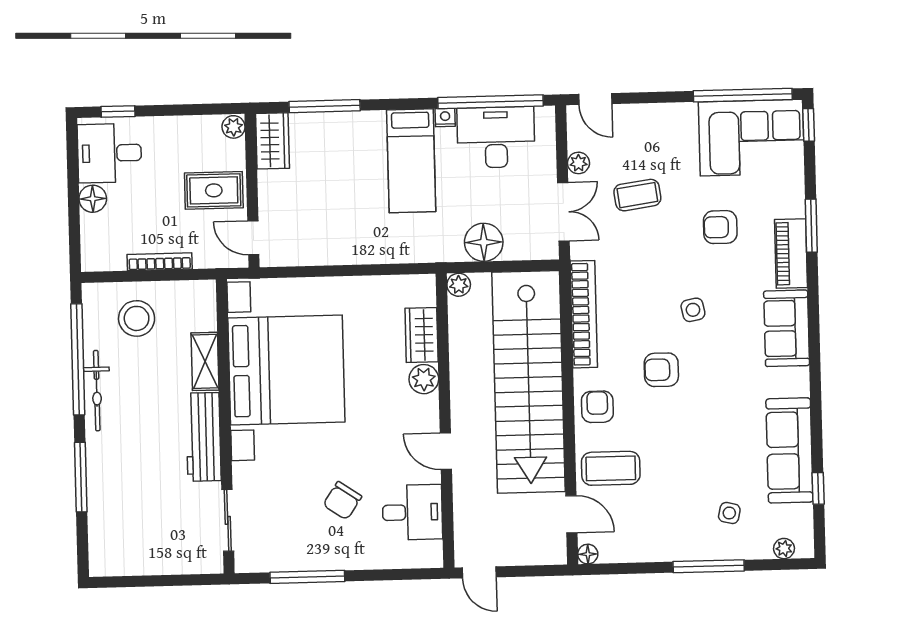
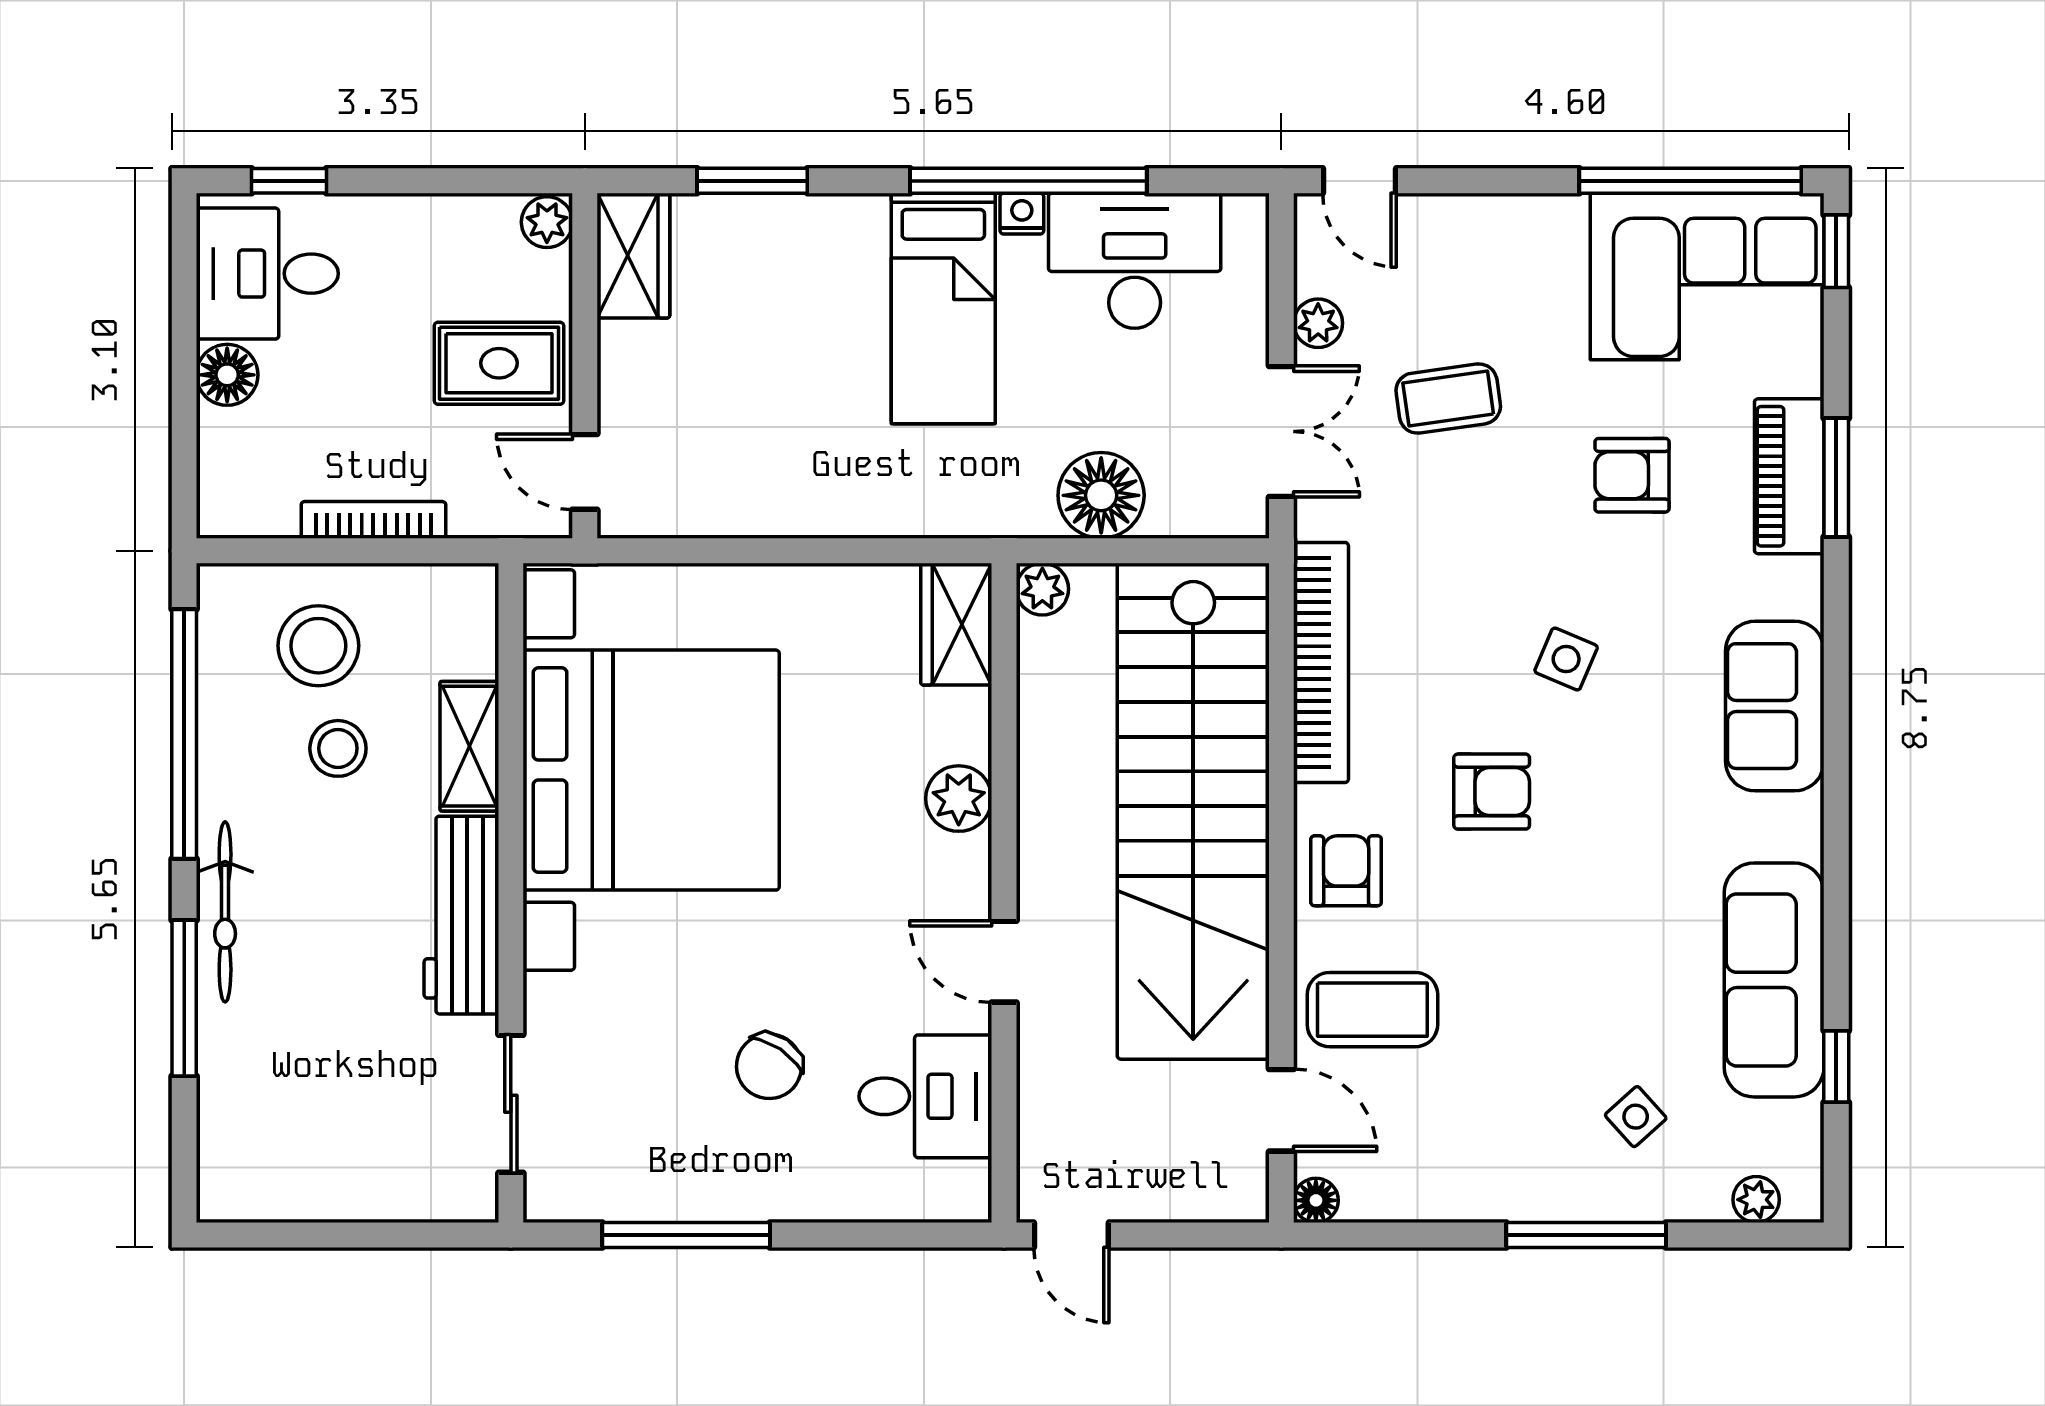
window: (490, 102) -> (1028, 181), moved
window: (325, 106) -> (752, 181), width x0.69
piano: (791, 254) -> (1789, 476), moved
side table: (693, 310) -> (1566, 659), turned 34
wardrobe: (422, 335) -> (956, 624), moved
stool: (146, 364) -> (338, 748), added
armchair: (661, 370) -> (1492, 792), turned 180
bicycle: (97, 391) -> (225, 912), moved
side table: (729, 513) -> (1636, 1117), turned 35

